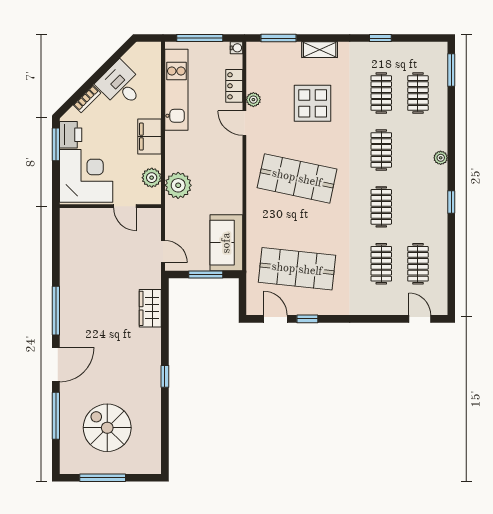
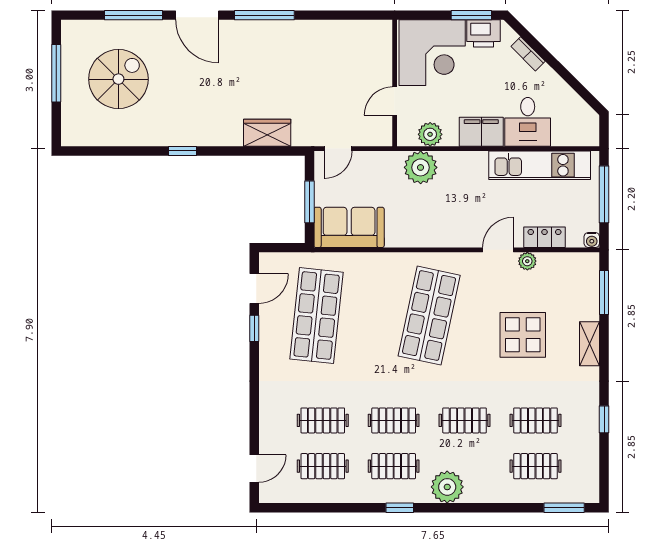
desk: (121, 85) -> (528, 122), moved, turned 135
plant: (441, 158) -> (447, 487), width x1.88, depth x1.88
clothes rail: (418, 207) -> (394, 466), added

